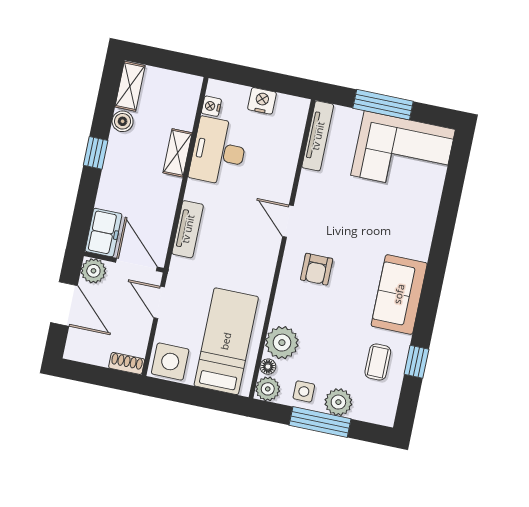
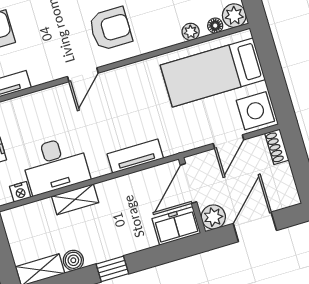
armchair: (317, 269) -> (111, 29), width x1.38, depth x1.38
door: (159, 302) -> (229, 142), moved
plant: (282, 343) -> (191, 32), width x0.53, depth x0.53

